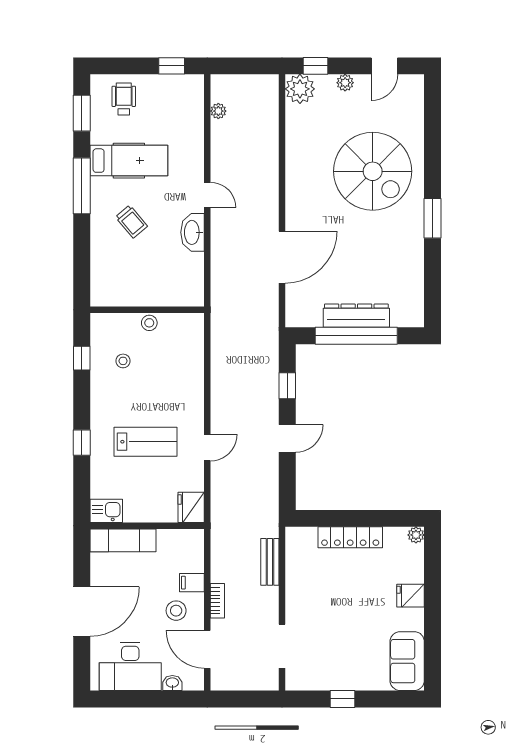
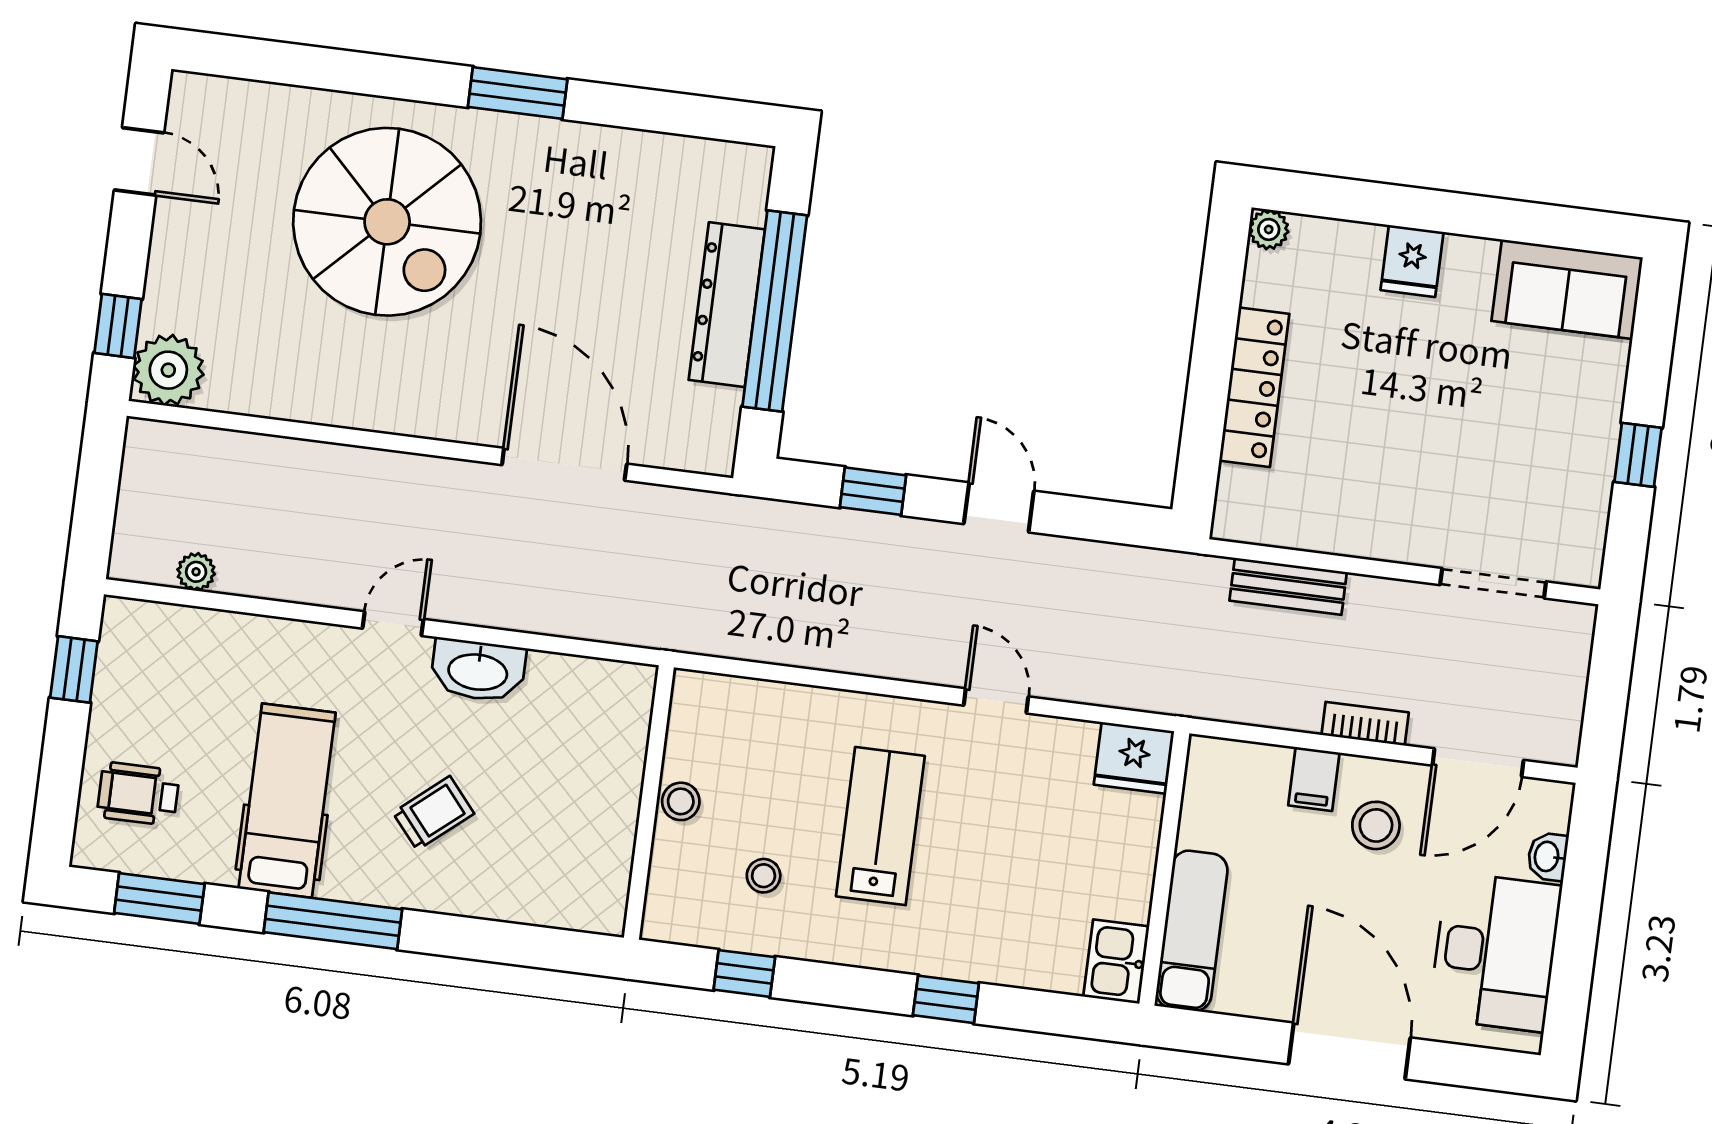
plant: (345, 83) -> (167, 260), removed
spiral stairs: (373, 171) -> (387, 222), turned 90
lab bench: (146, 442) -> (880, 826), moved

